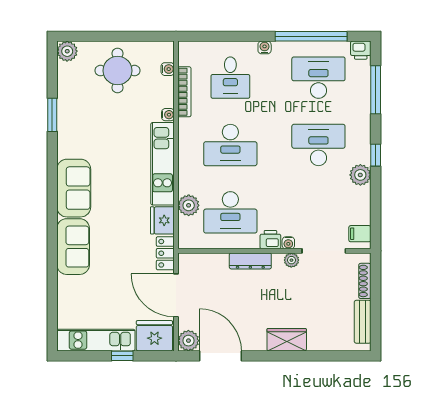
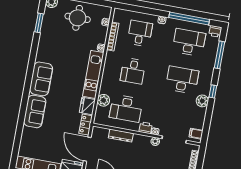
desk: (230, 78) -> (140, 33), turned 180
window: (52, 115) -> (39, 23), moved
desk: (230, 145) -> (133, 71), width x0.73
dresser: (250, 261) -> (121, 136), moved

